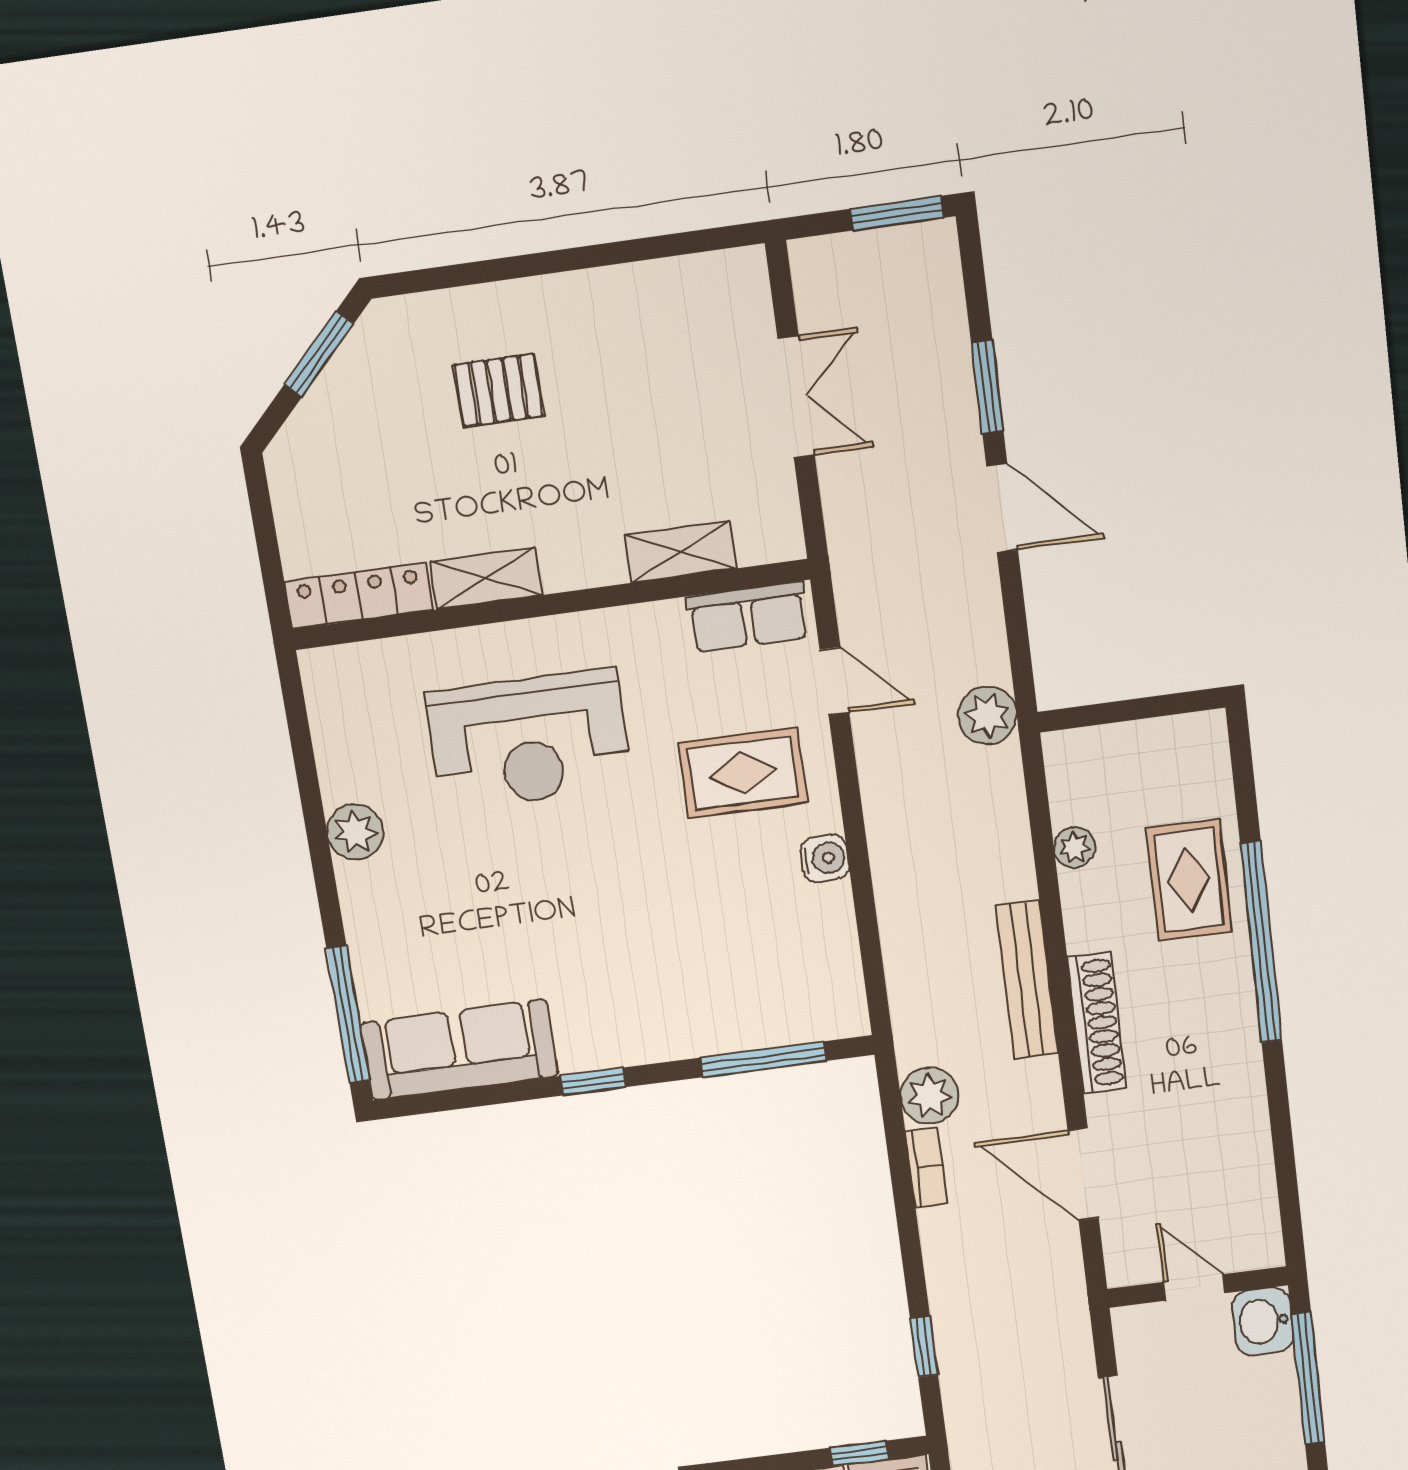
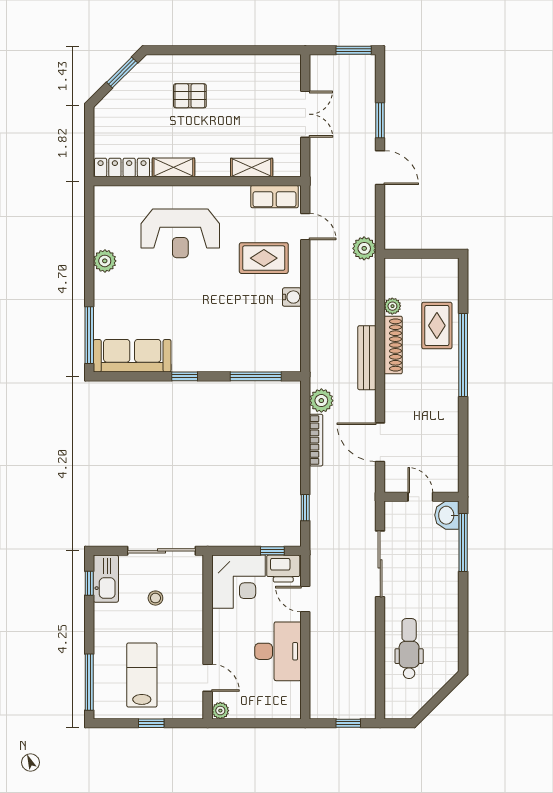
shoe rack: (1097, 1023) -> (393, 345), moved
bookcase: (926, 1167) -> (316, 440), width x1.56

